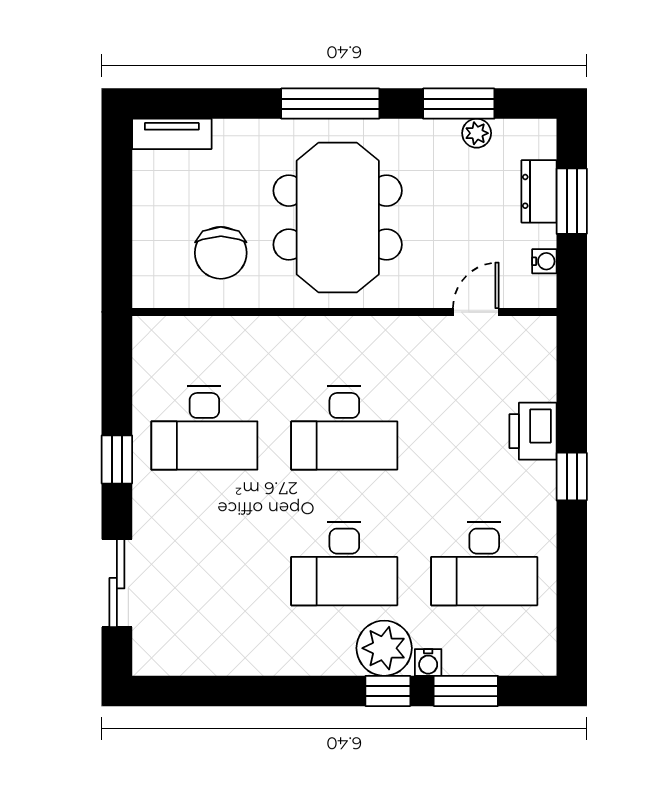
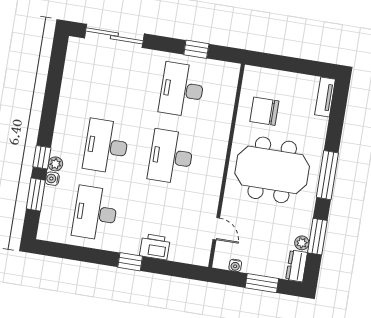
dresser: (539, 191) -> (297, 266), moved, turned -90
window: (117, 459) -> (196, 49), moved
sliding door: (117, 583) -> (114, 36), width x1.37
plant: (384, 648) -> (55, 164), width x0.53, depth x0.53

